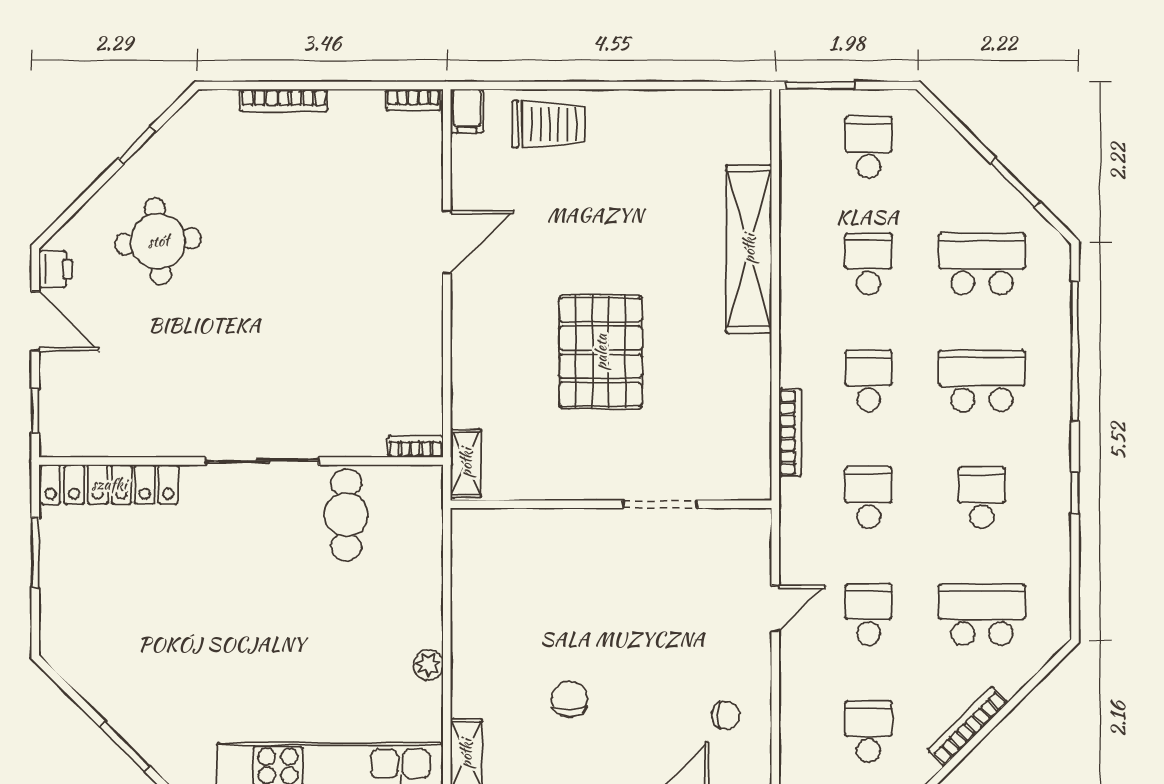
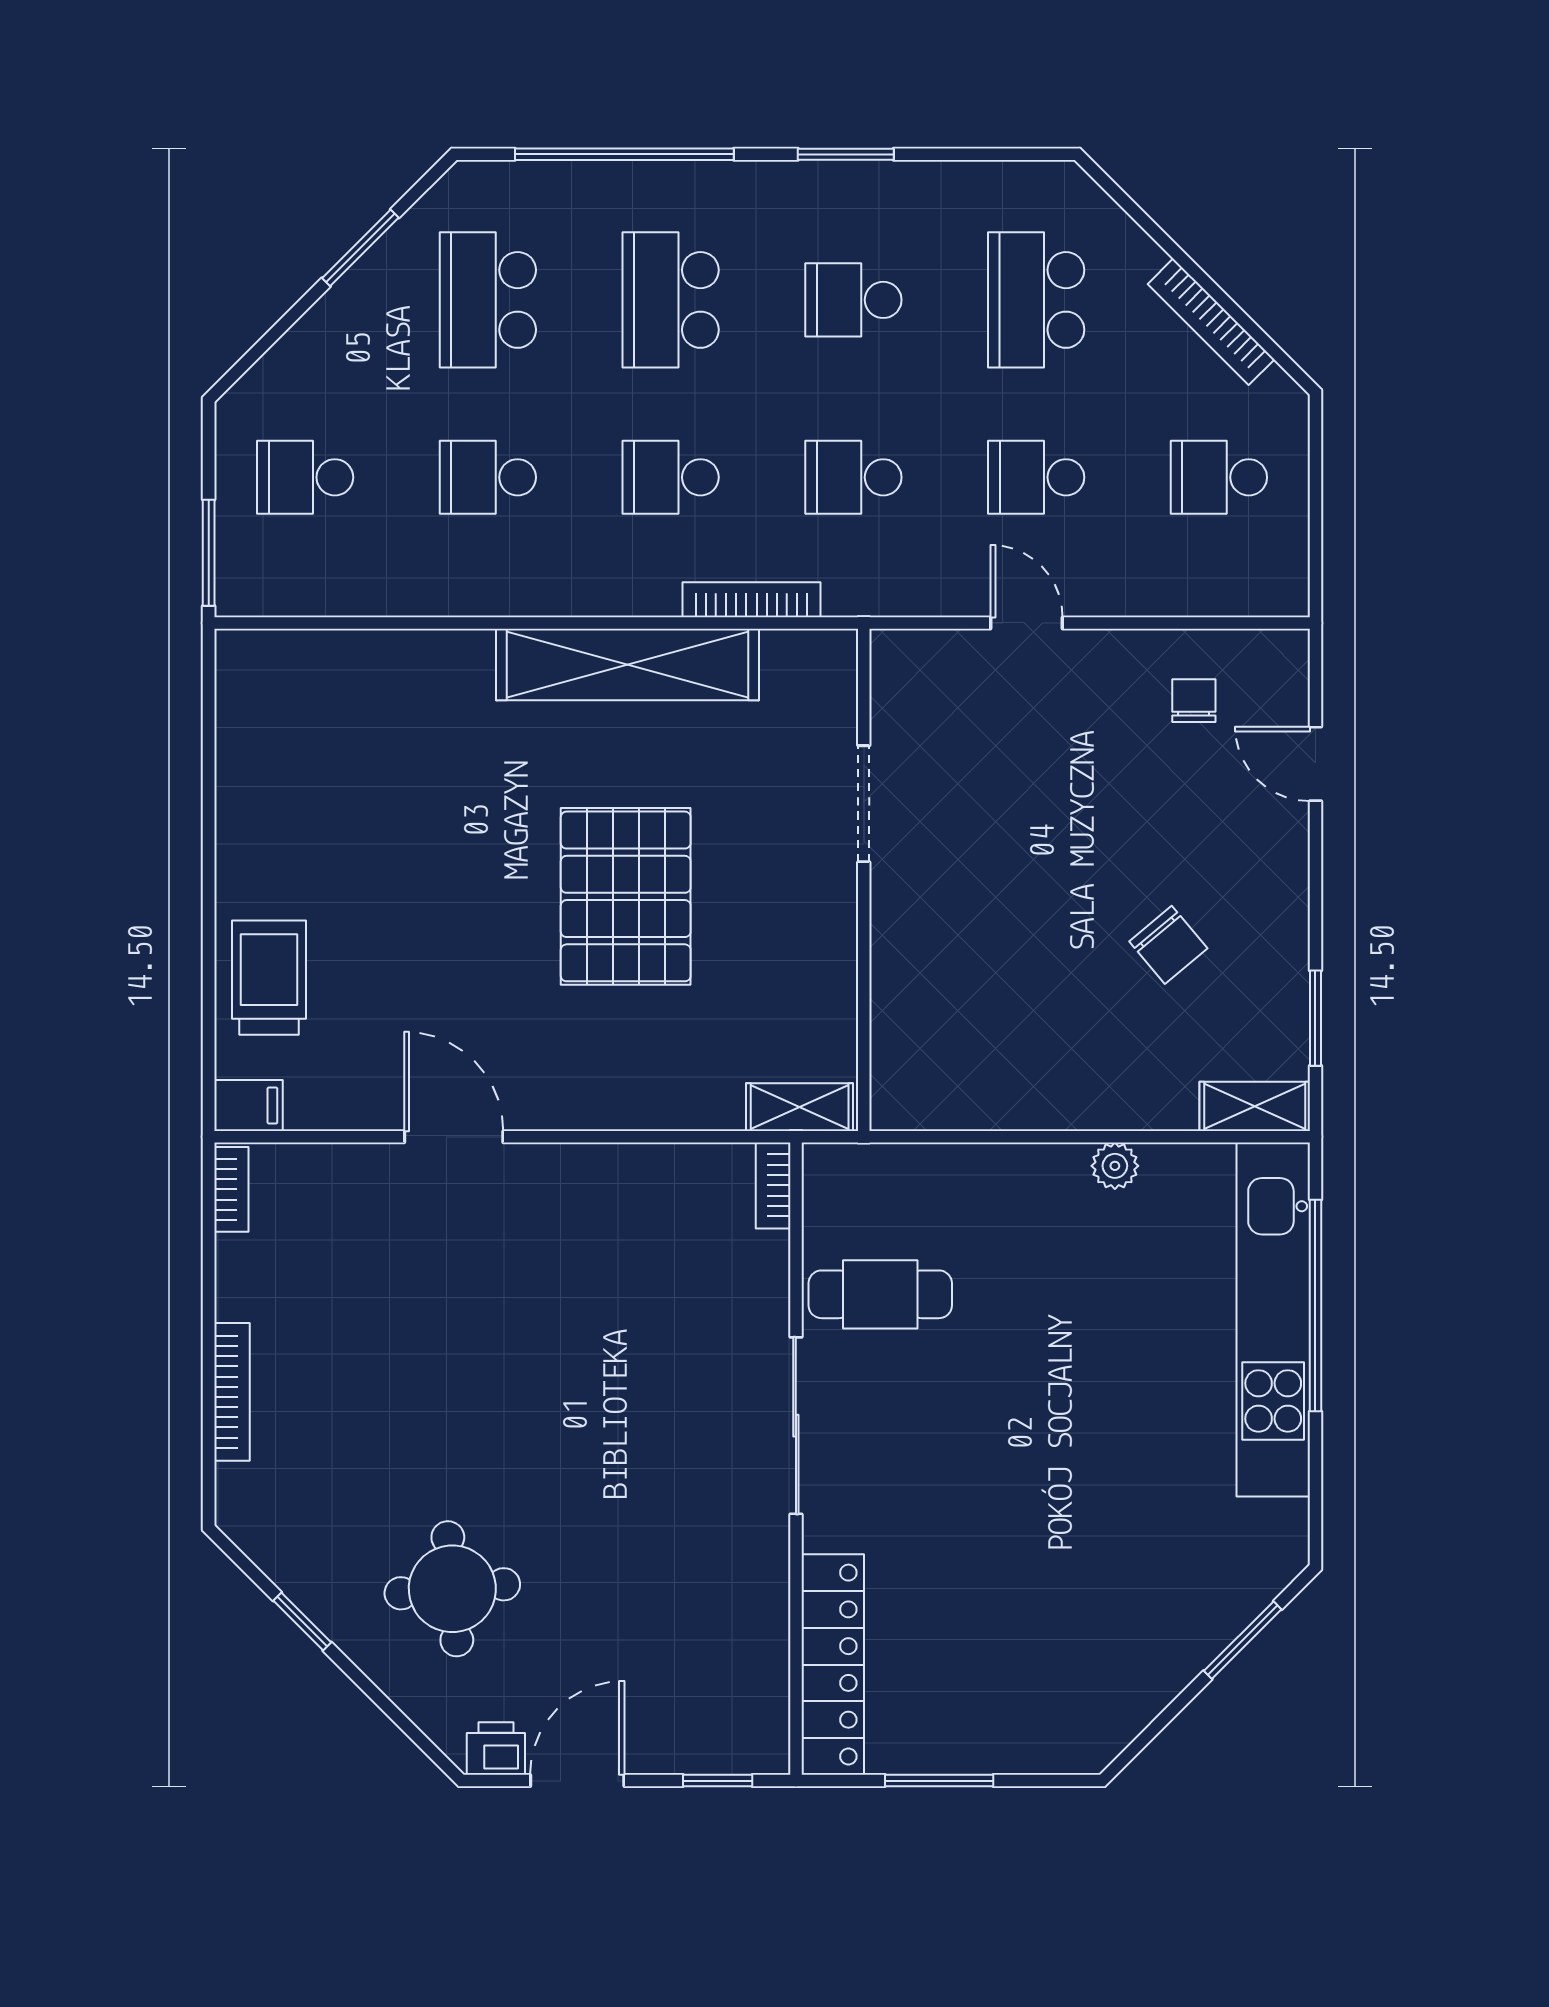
shelving: (749, 249) -> (628, 664), moved
pallet: (601, 352) -> (626, 896), turned 90
window: (1075, 493) -> (846, 154), width x1.50
chair: (570, 699) -> (1168, 945), turned -130

